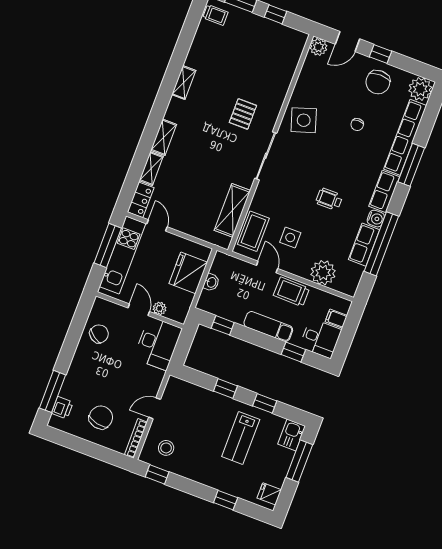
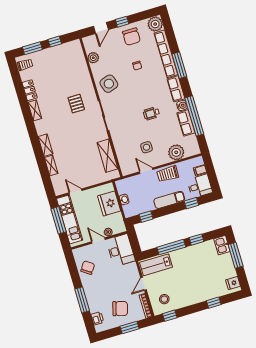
plant: (318, 47) -> (93, 58), moved
locker: (141, 200) -> (30, 90), moved
coffee table: (253, 231) -> (126, 158), removed
window: (225, 389) -> (171, 247), width x2.17
window: (53, 391) -> (82, 300), moved
chair: (101, 417) -> (120, 309), turned 94
lab bench: (241, 438) -> (156, 265), moved, turned 90
window: (95, 451) -> (130, 328), added

